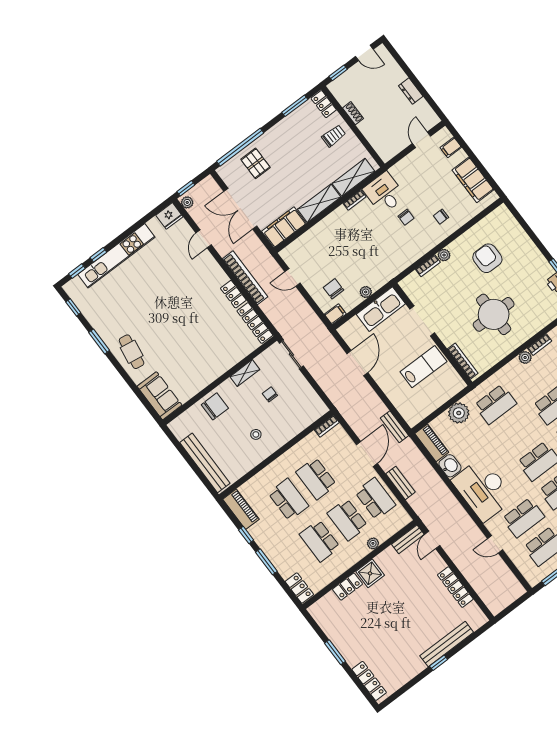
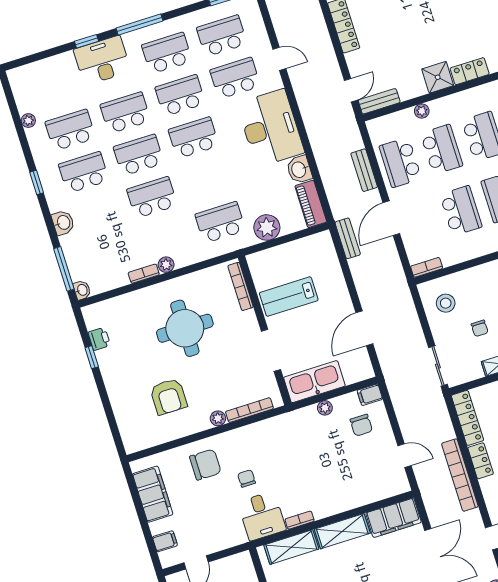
chair: (441, 217) -> (205, 465), width x1.87, depth x1.87
bookcase: (428, 266) -> (249, 410), width x1.56
stool: (303, 404) -> (446, 303), added

